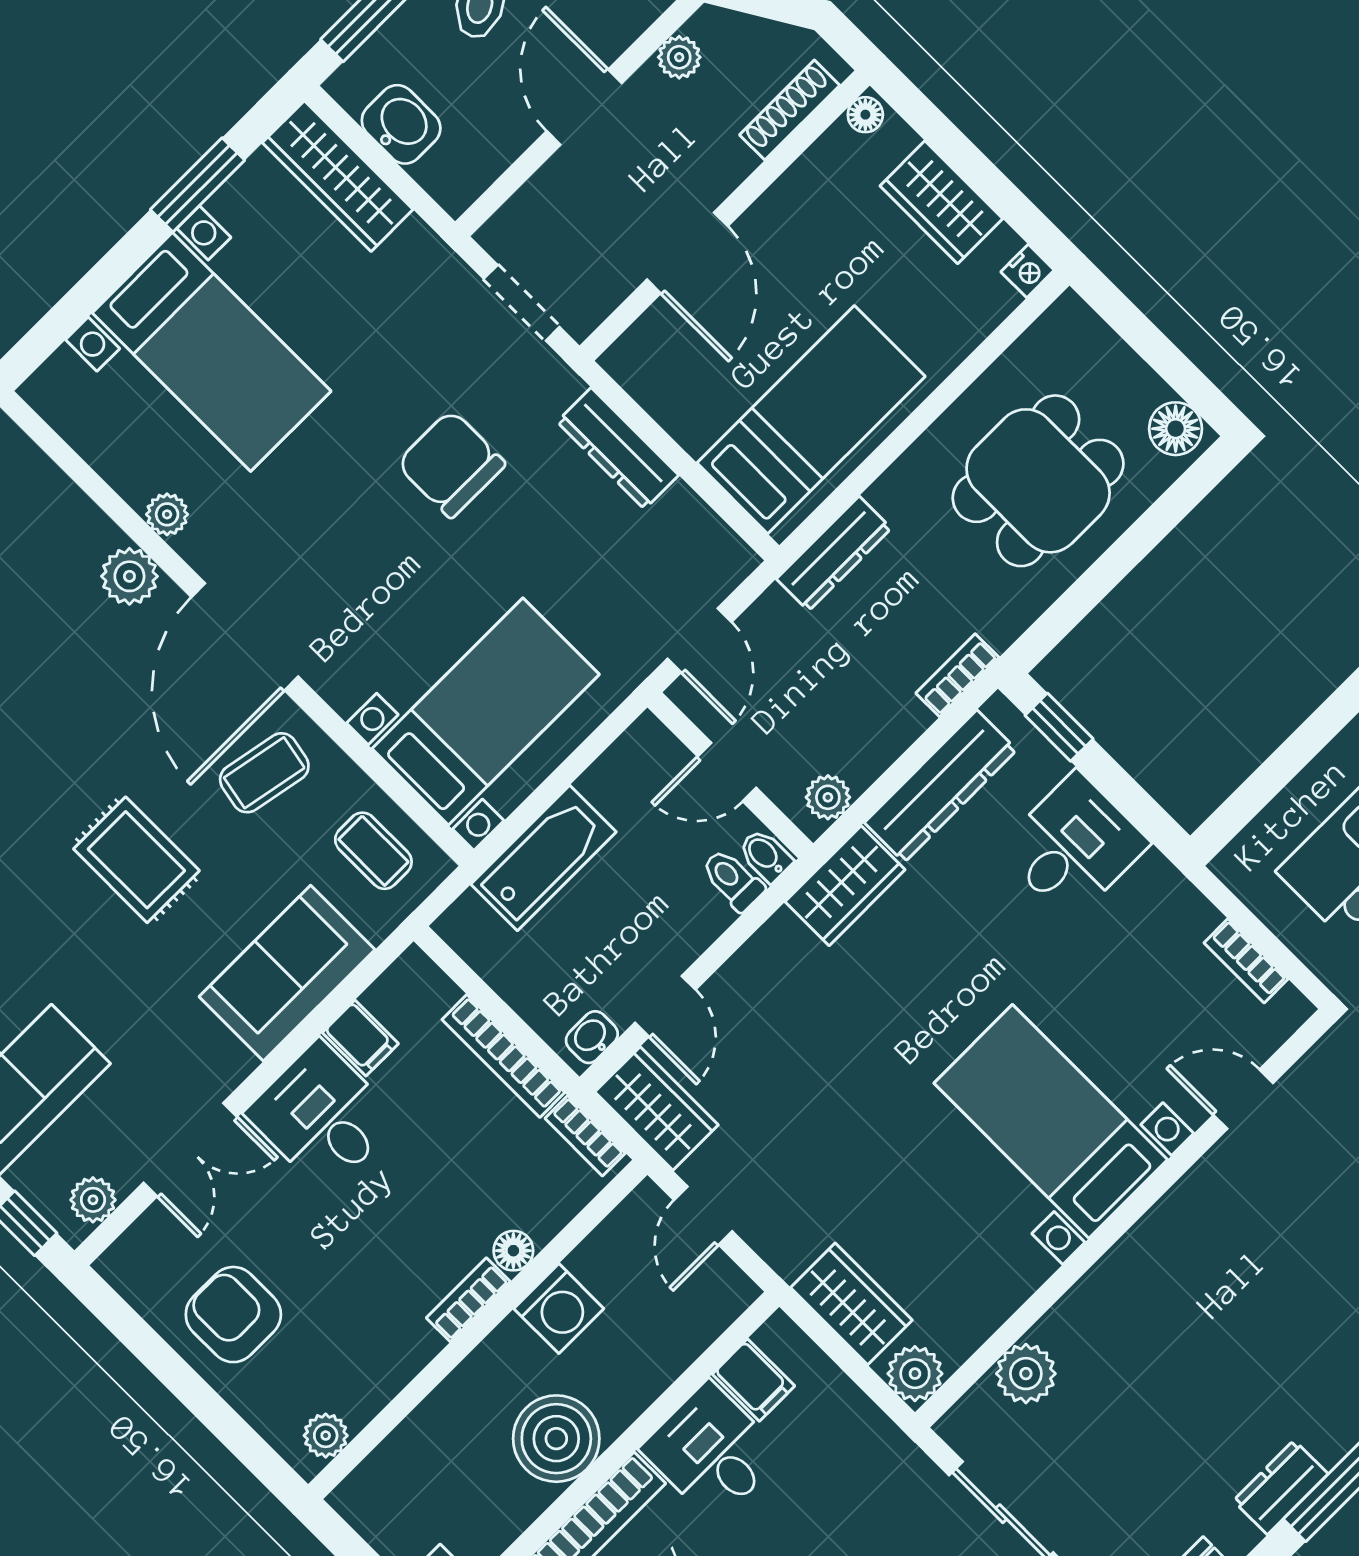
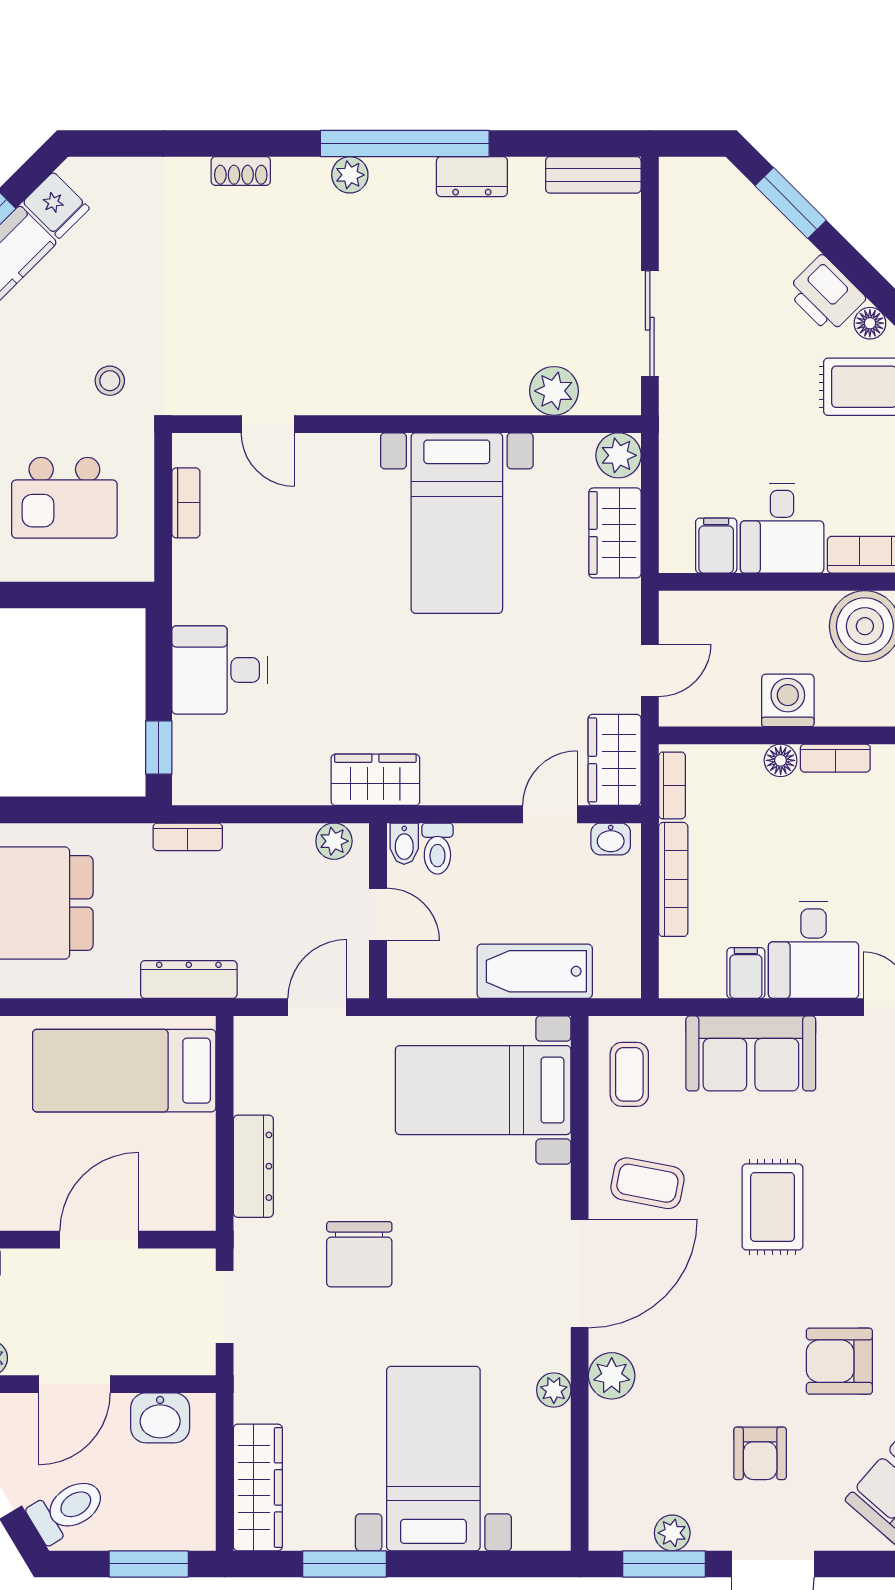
washbasin: (401, 124) -> (160, 1418), moved, turned -90
dresser: (941, 786) -> (262, 782), removed
bed with nightstands: (1051, 1121) -> (457, 523), moved

